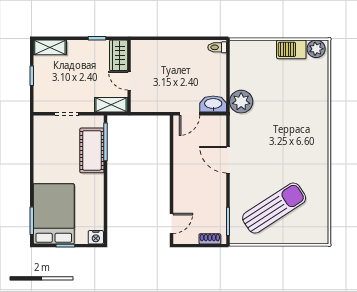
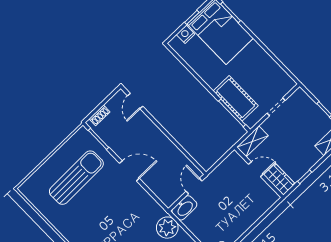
door: (228, 160) -> (129, 171), moved
sun lounger: (274, 208) -> (76, 178), turned -148
nightstand: (96, 237) -> (186, 34), moved

